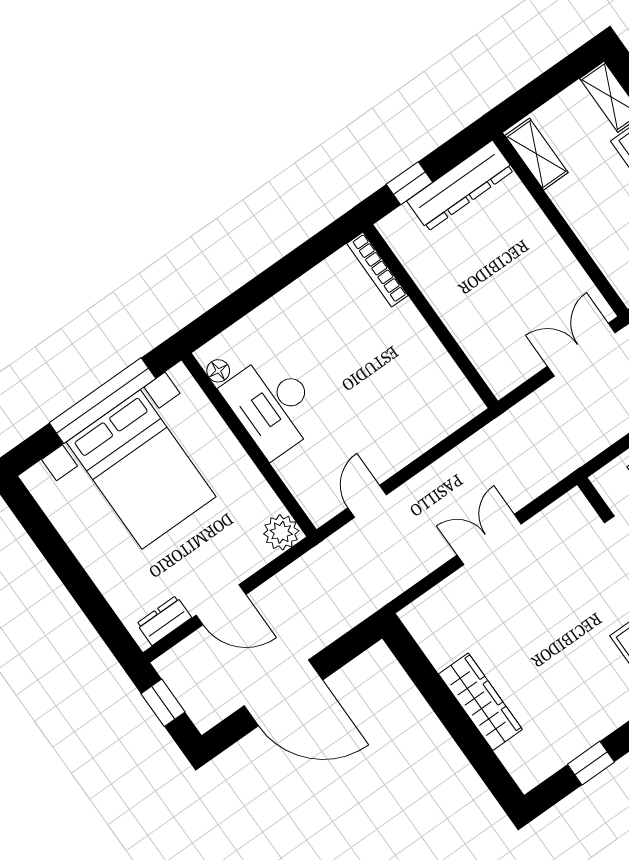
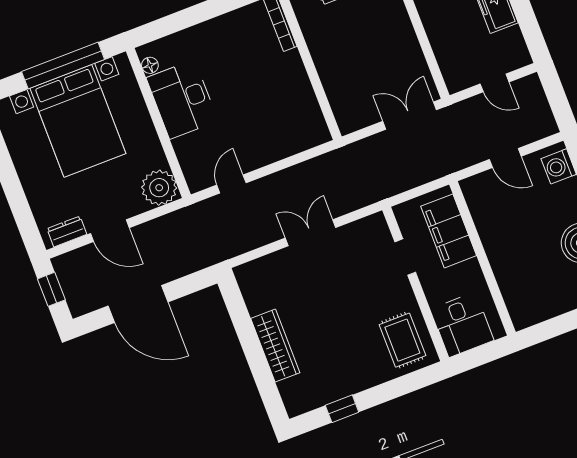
plant: (281, 532) -> (159, 188), width x1.36, depth x1.36

